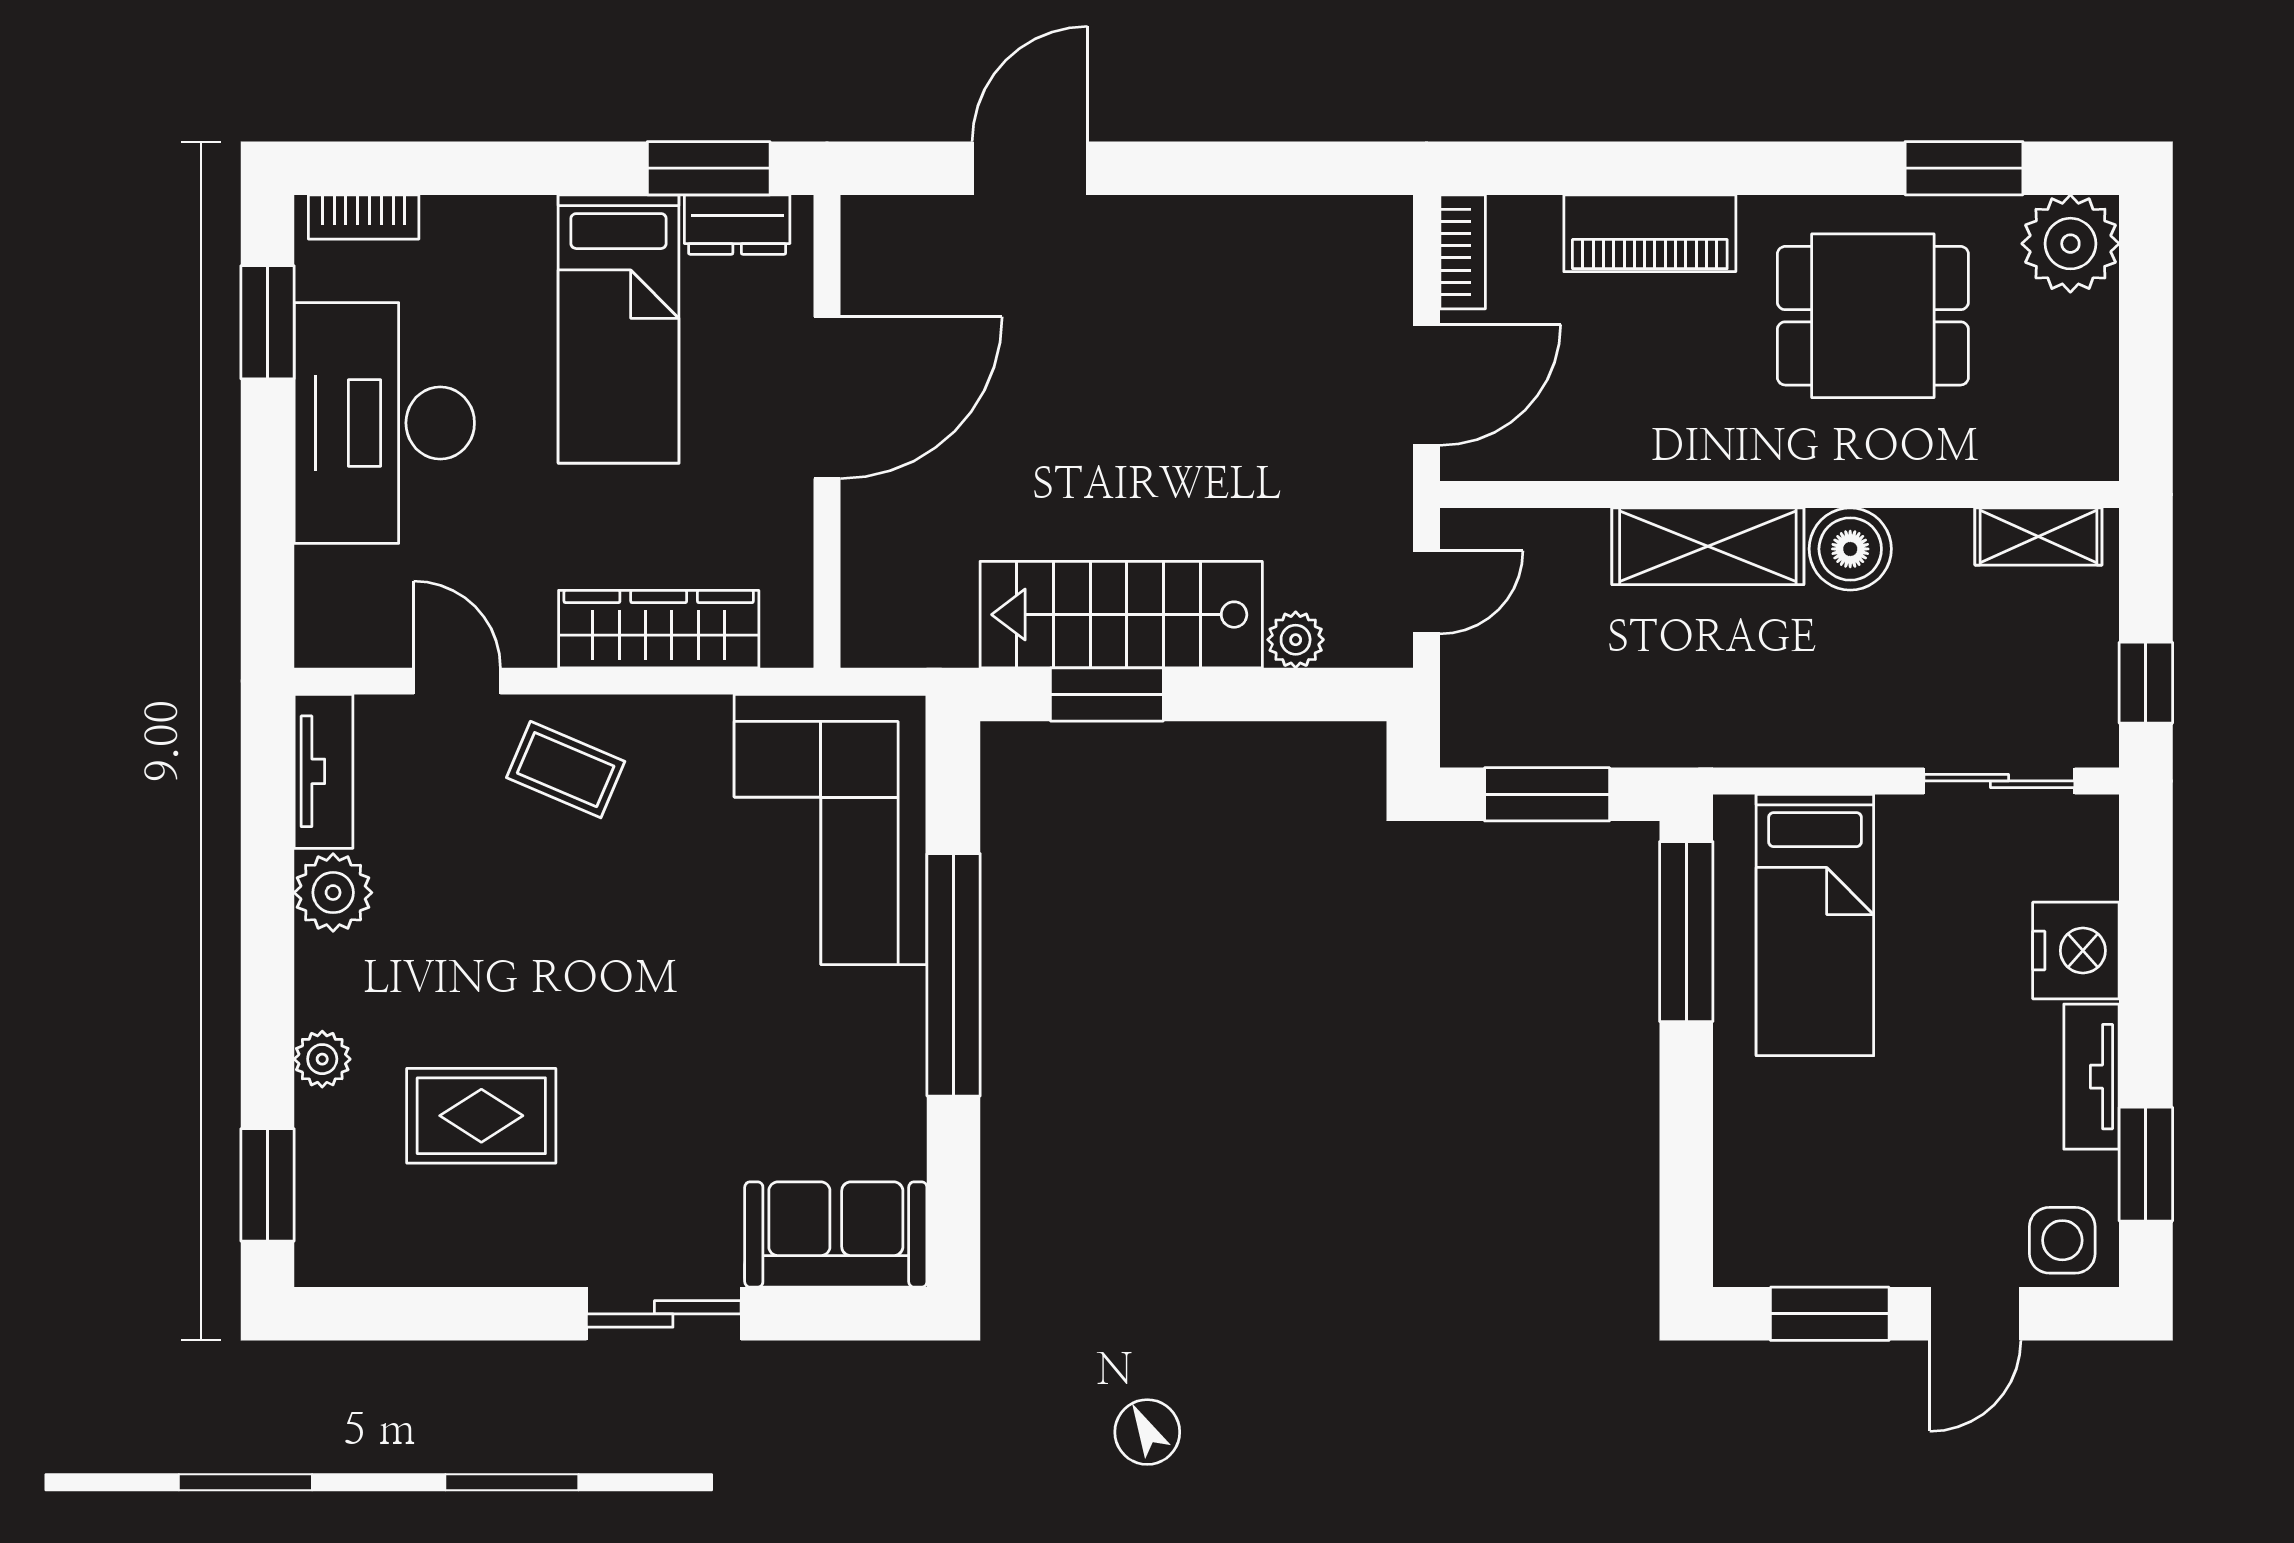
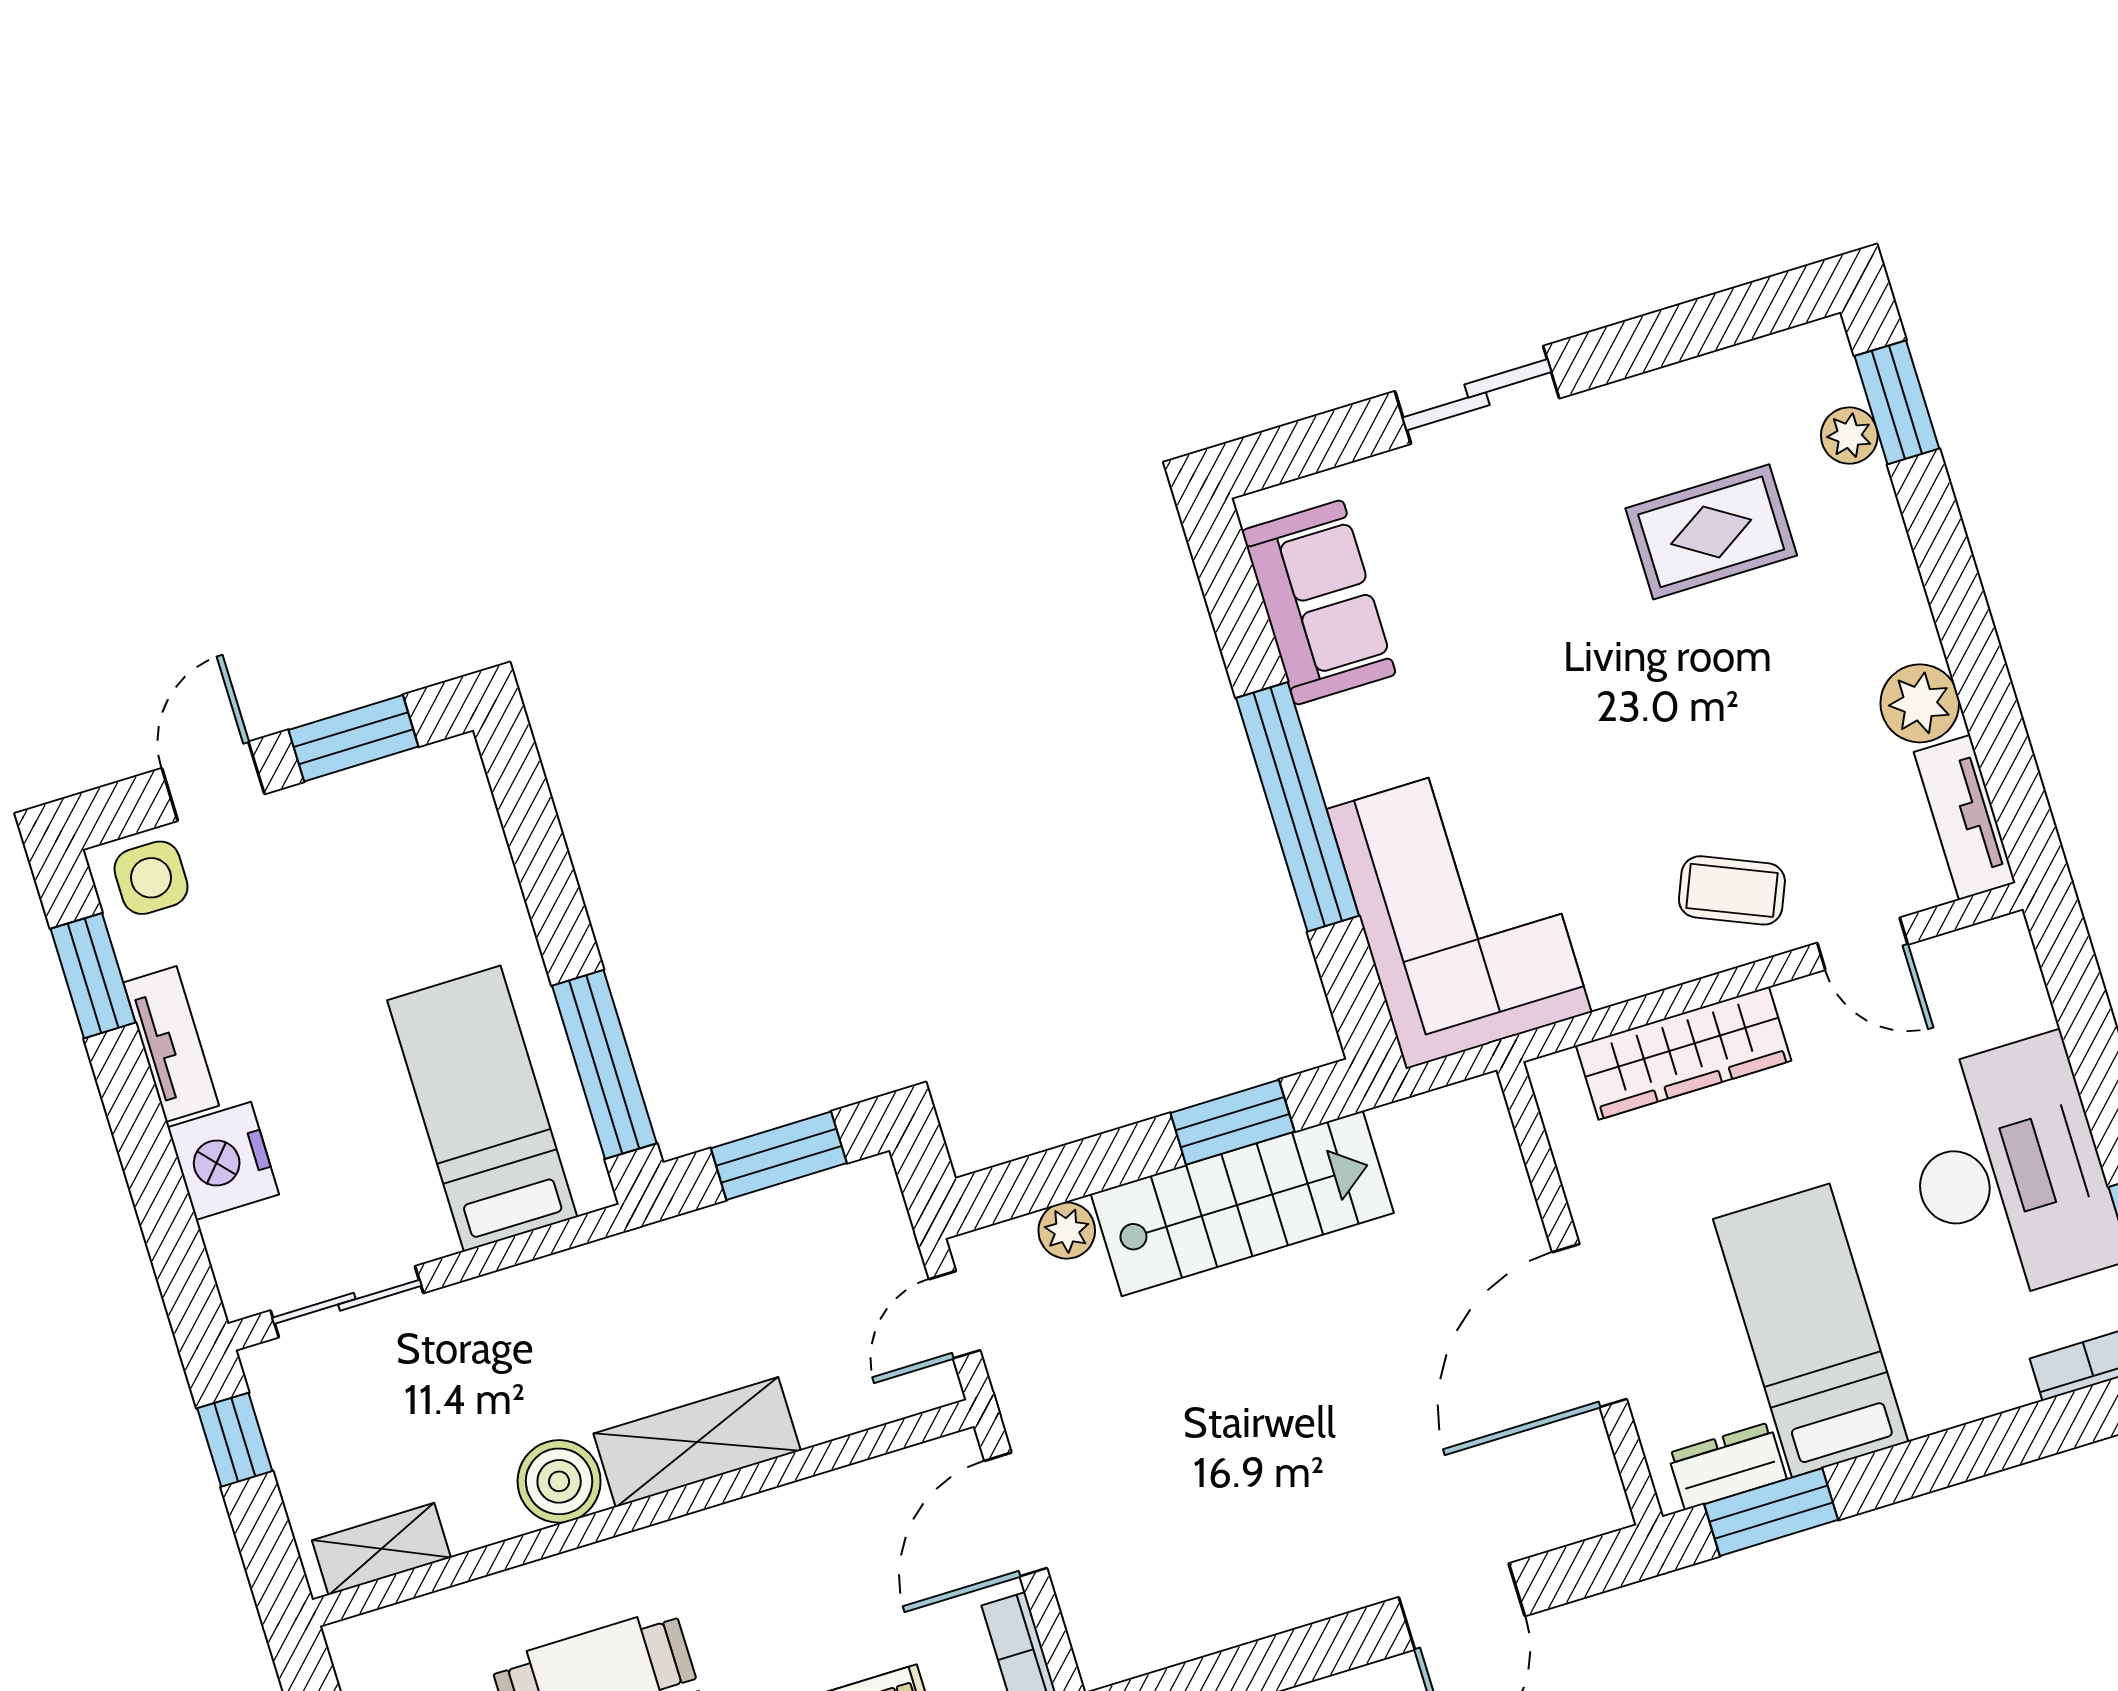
plant: (322, 1059) -> (1849, 436), moved
sofa: (836, 1235) -> (1319, 602), moved, turned -90

